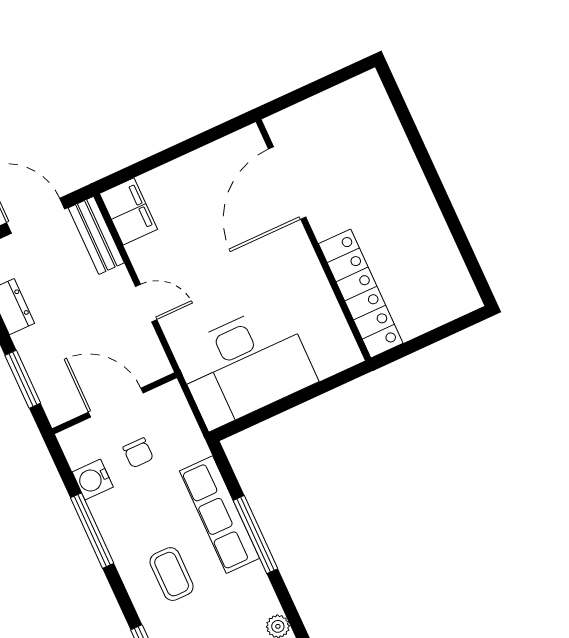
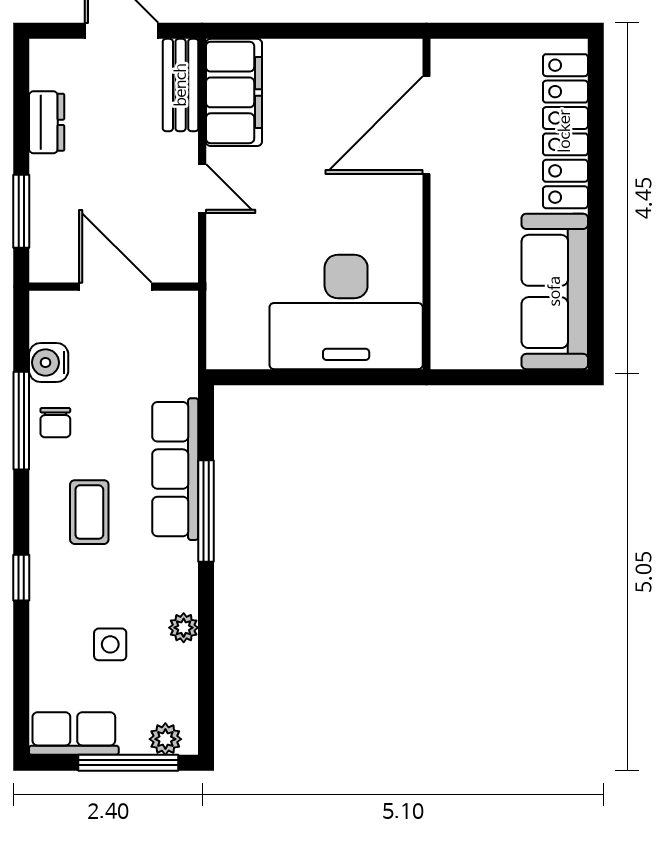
filing cabinet: (128, 211) -> (234, 92), width x1.50, depth x1.17
sofa: (435, 261) -> (555, 291), added
locker: (361, 293) -> (565, 131), moved, turned 180
desk: (245, 366) -> (346, 312), moved
chair: (138, 453) -> (55, 423), moved

